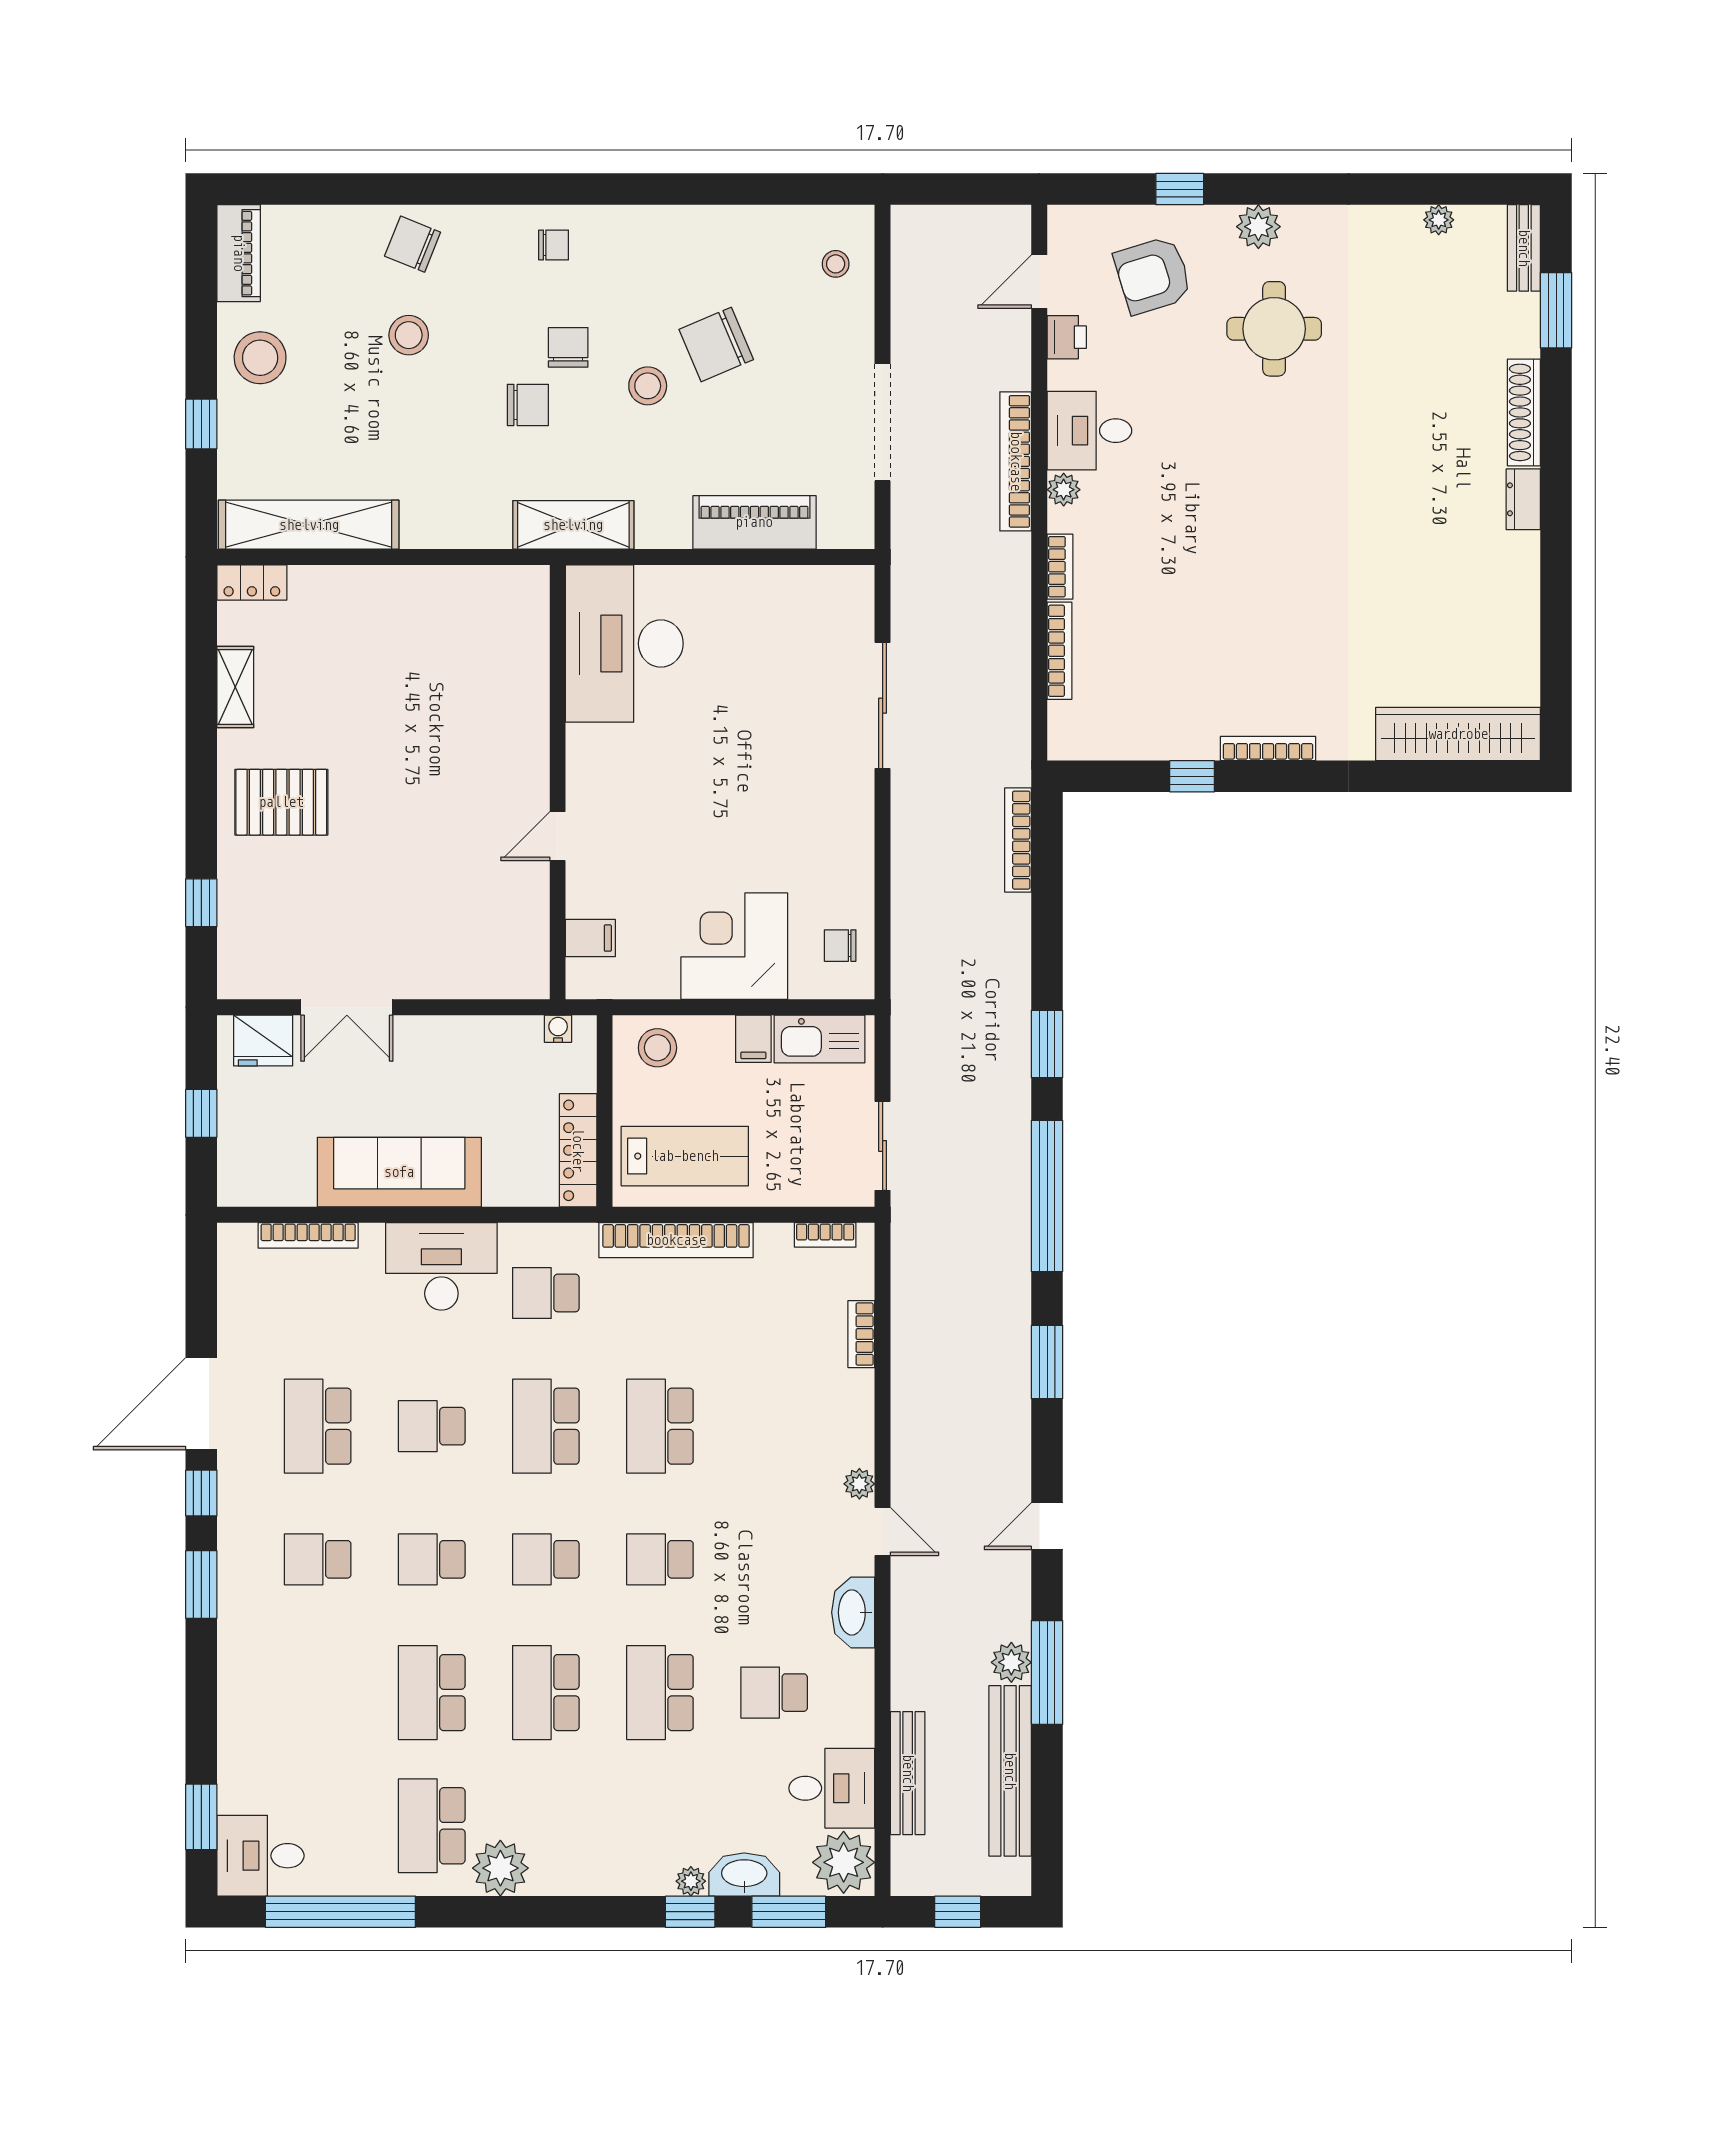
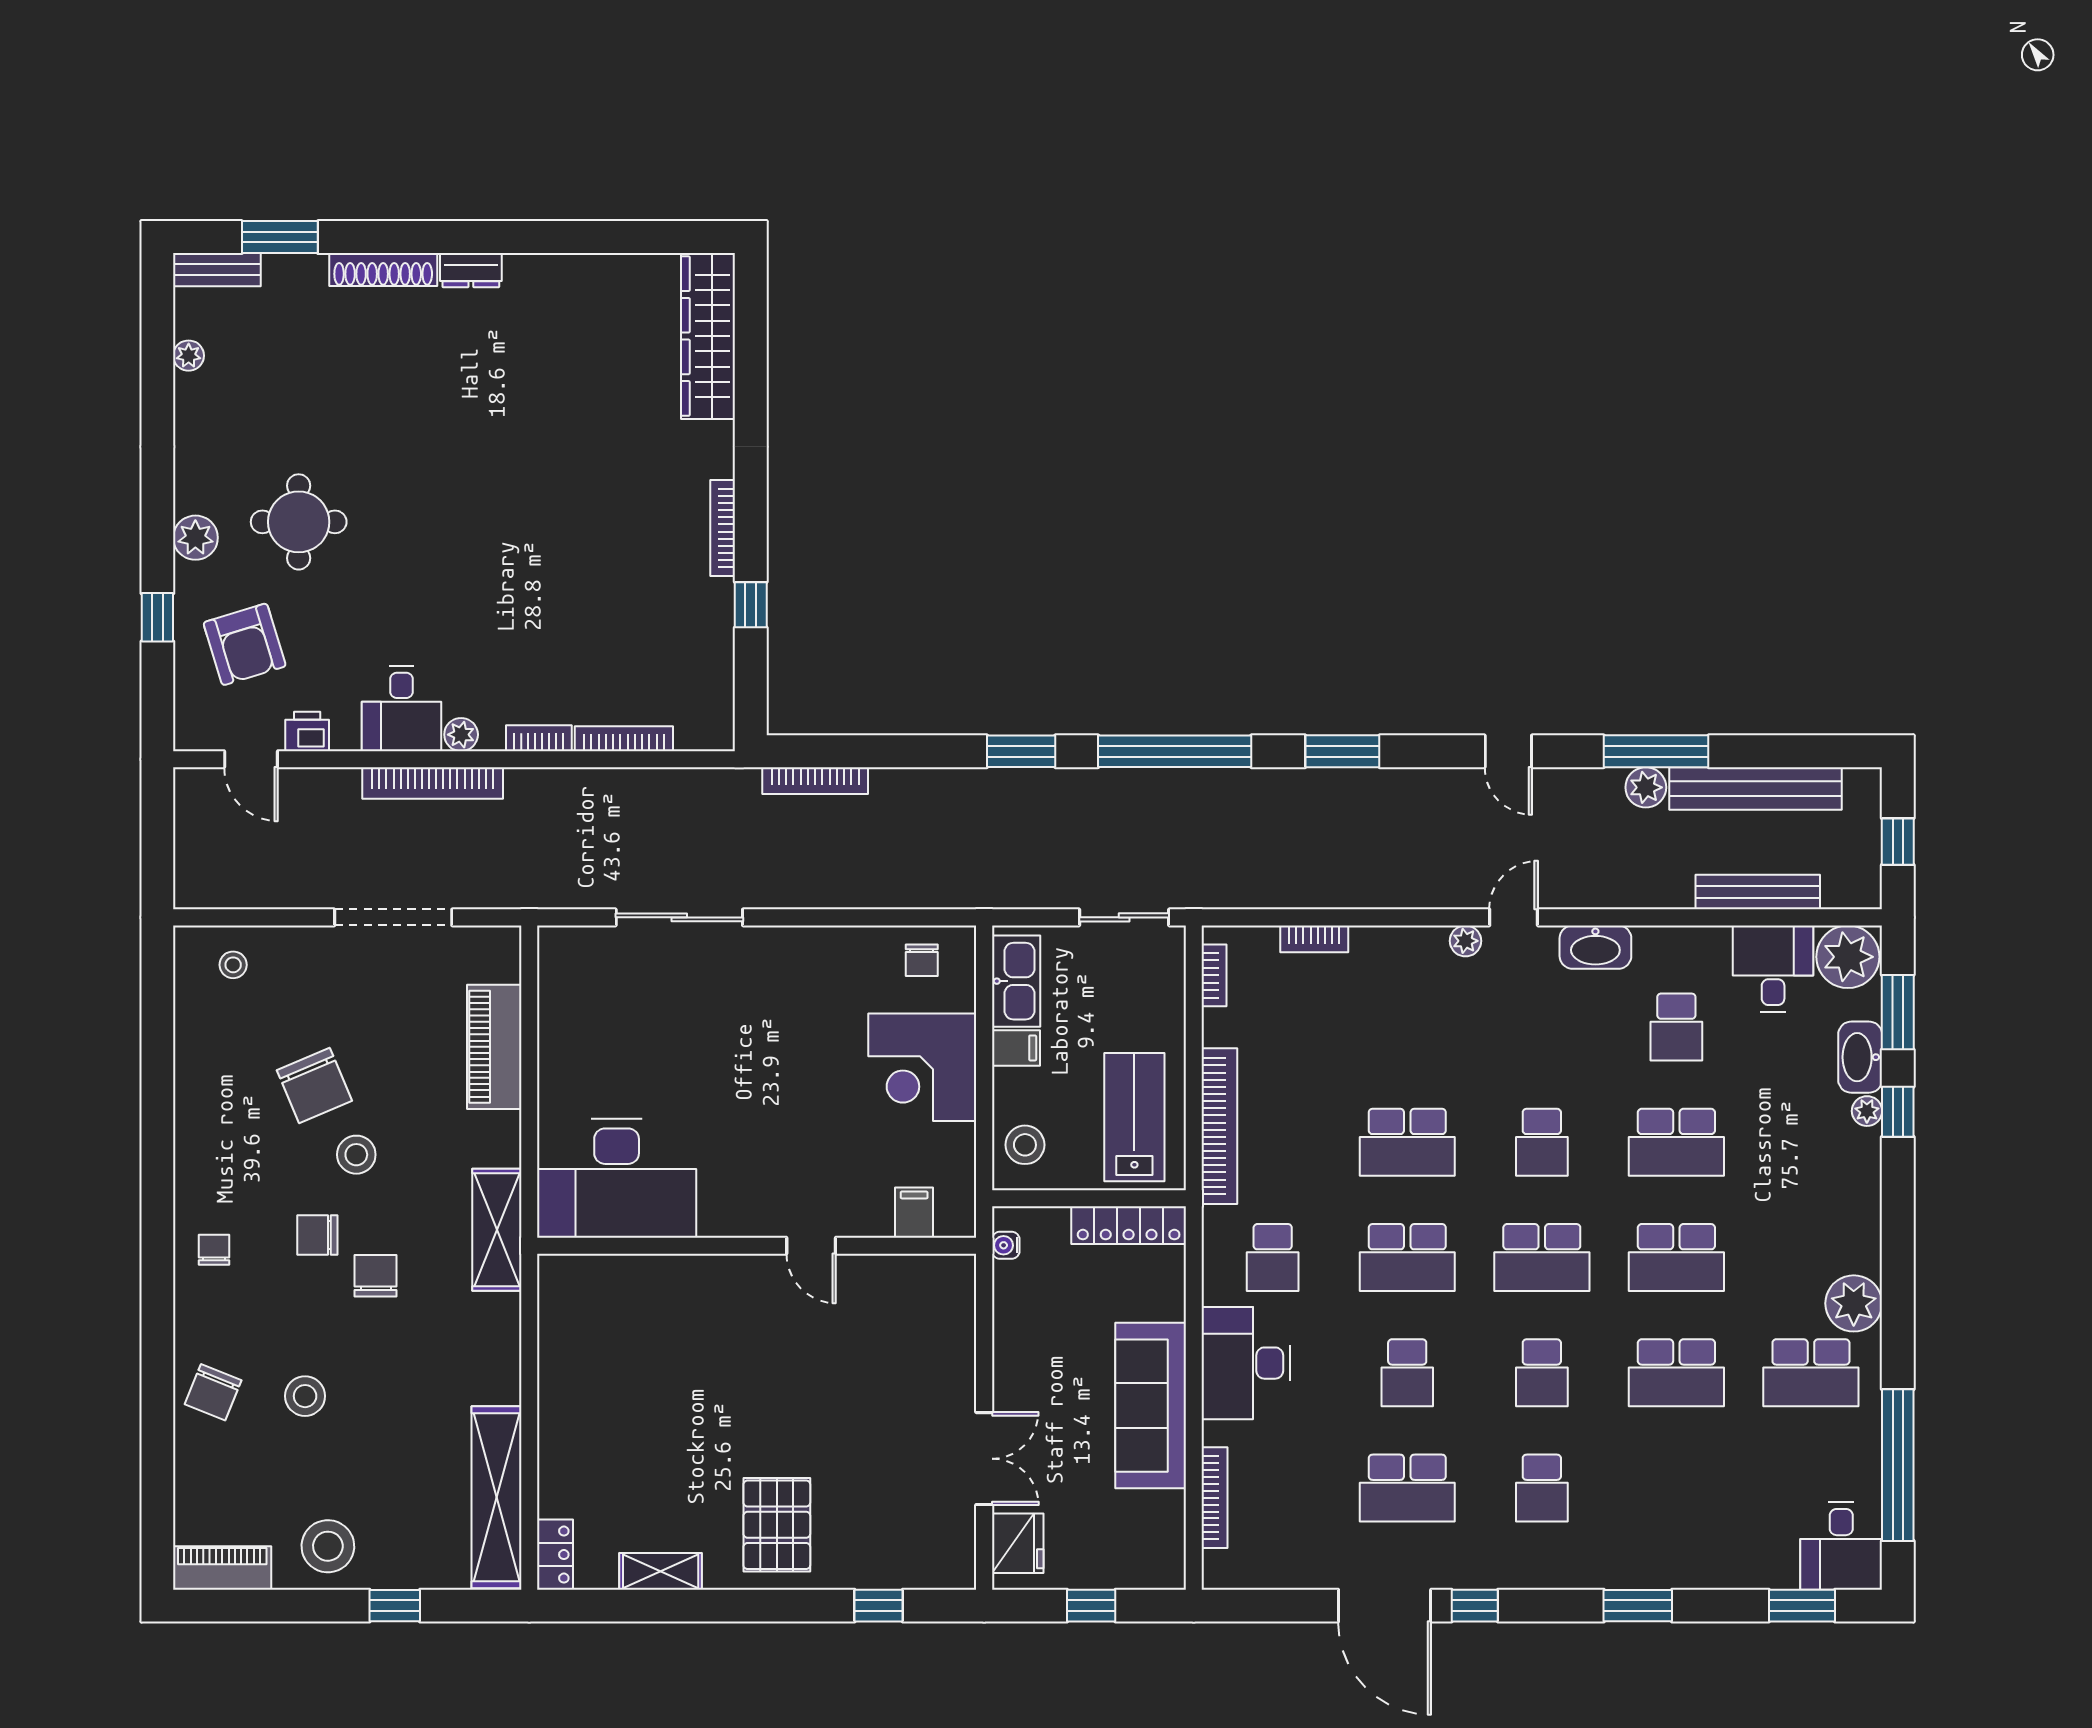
school desk: (546, 1559) -> (1542, 1258), width x1.85
window: (201, 1584) -> (1638, 1606), moved

